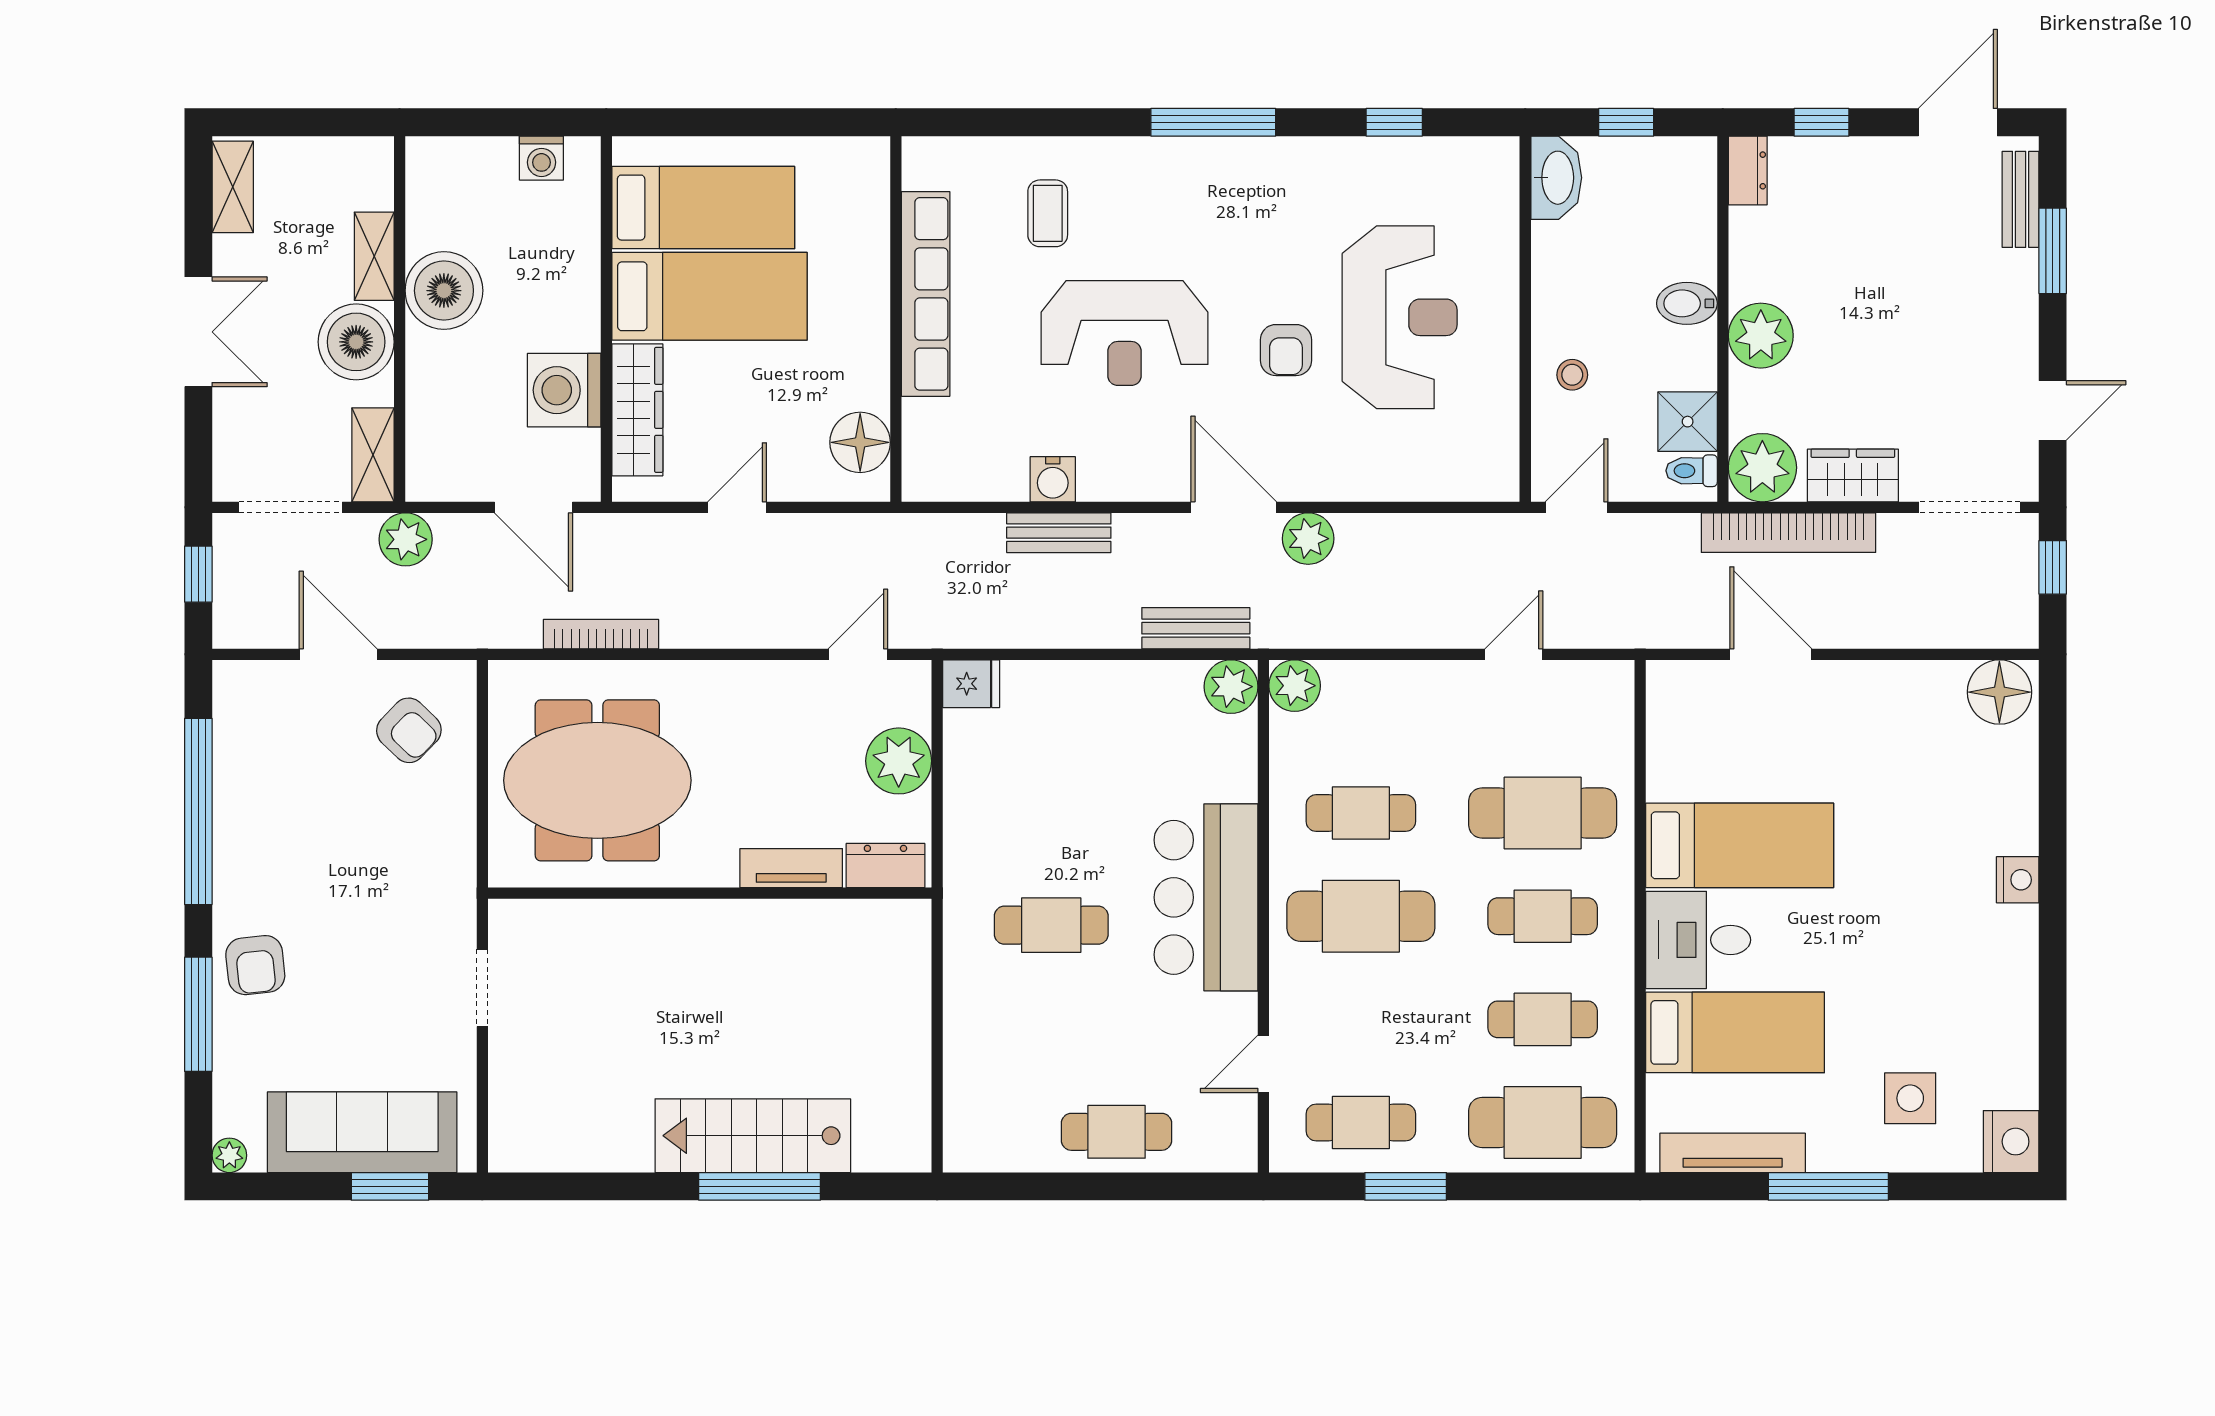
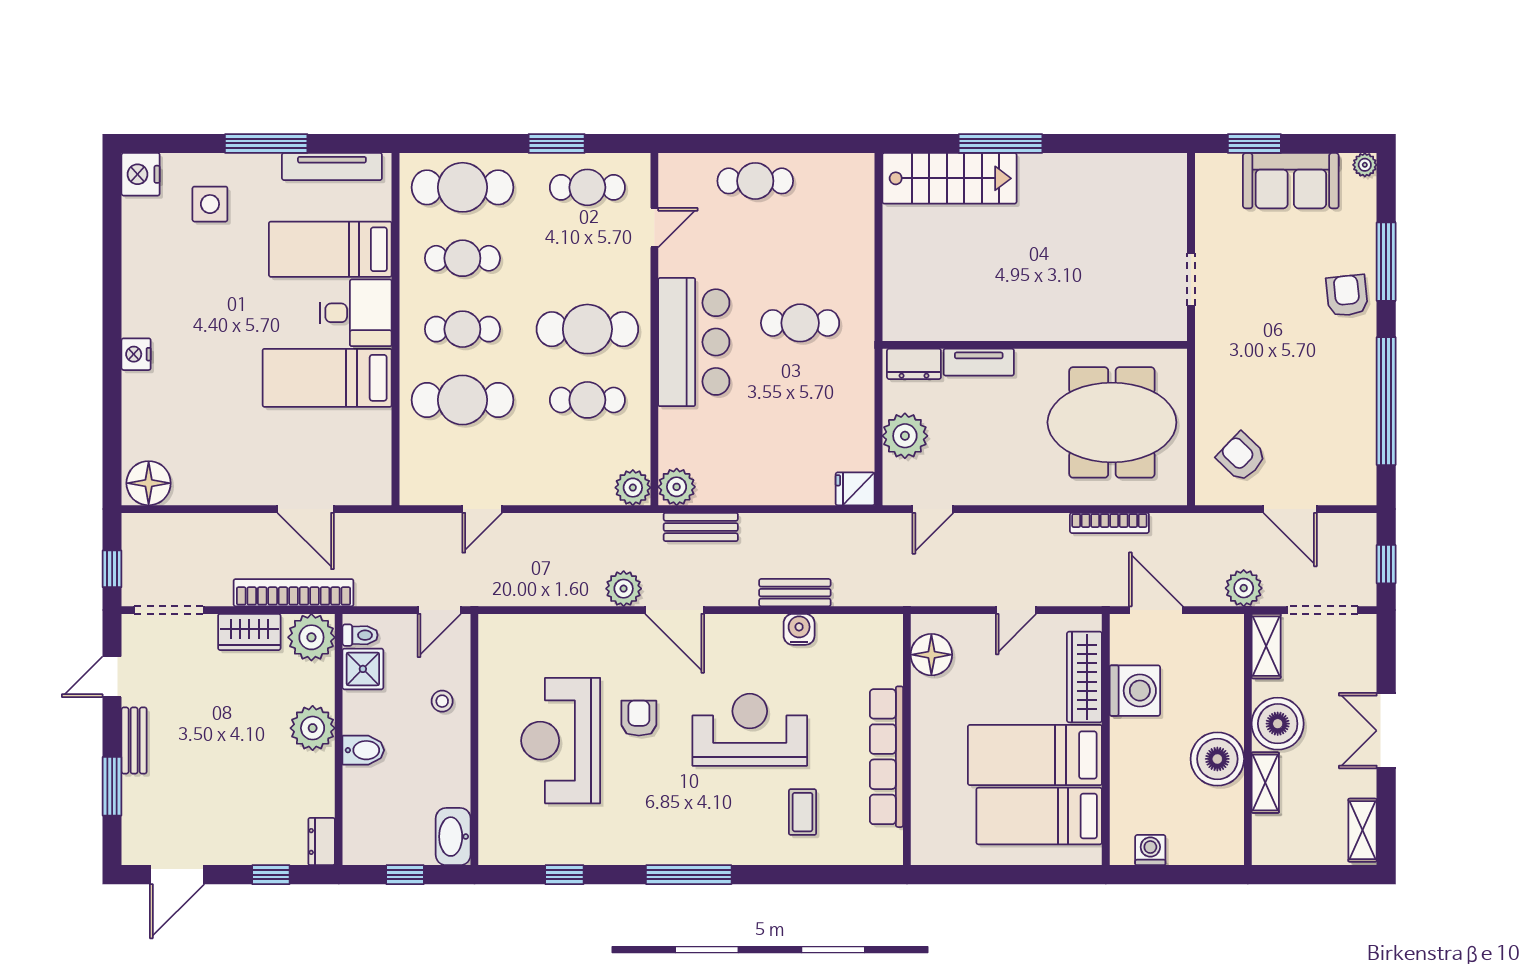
bench: (2021, 199) -> (134, 740), moved
sofa: (362, 1132) -> (1291, 181), width x0.73
stairs: (753, 1136) -> (949, 178), moved

